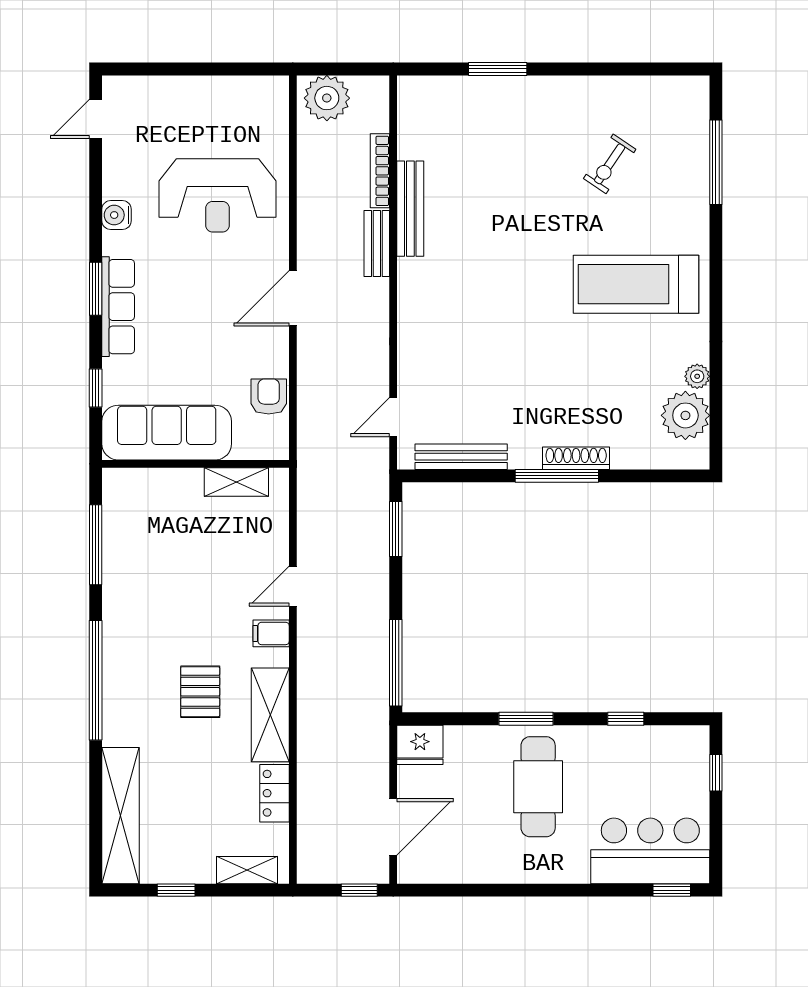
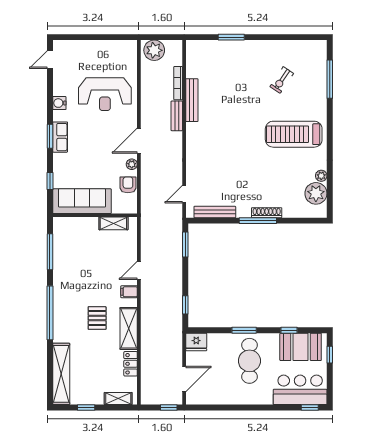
row of seats: (118, 307) -> (60, 137), width x0.68
plant: (277, 351) -> (132, 164), added
window: (396, 663) -> (185, 305), width x0.46
booth: (651, 756) -> (301, 347), added

